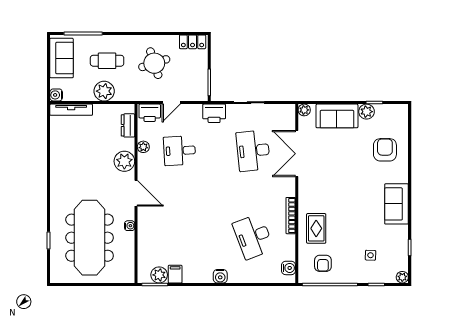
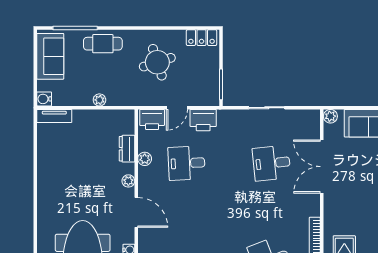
cafe table: (107, 61) -> (103, 44), moved
plant: (104, 91) -> (99, 100), width x0.53, depth x0.53
tv unit: (71, 110) -> (54, 116), width x0.71
printer: (214, 113) -> (203, 120), moved
dresser: (128, 125) -> (127, 149), moved
desk: (253, 151) -> (272, 163), width x0.73
plant: (124, 161) -> (128, 181), width x0.53, depth x0.53

